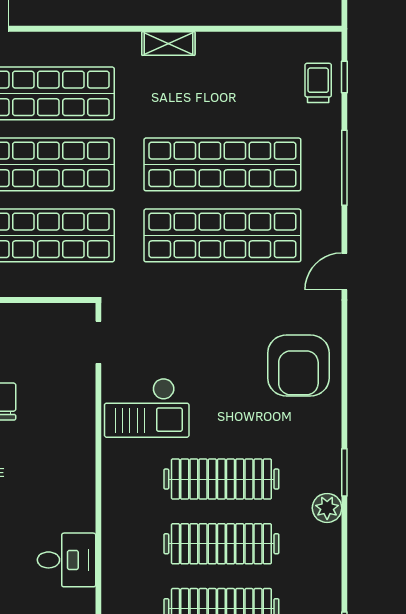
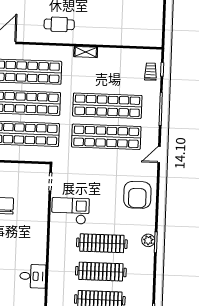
checkout: (147, 408) -> (70, 211), turned 180
plant: (327, 508) -> (148, 240), moved

